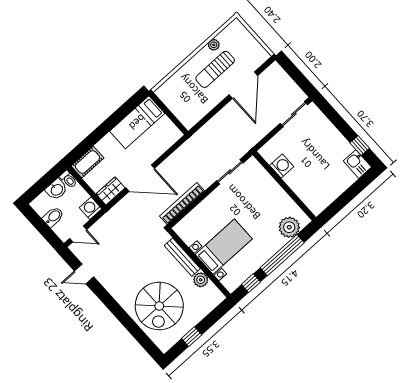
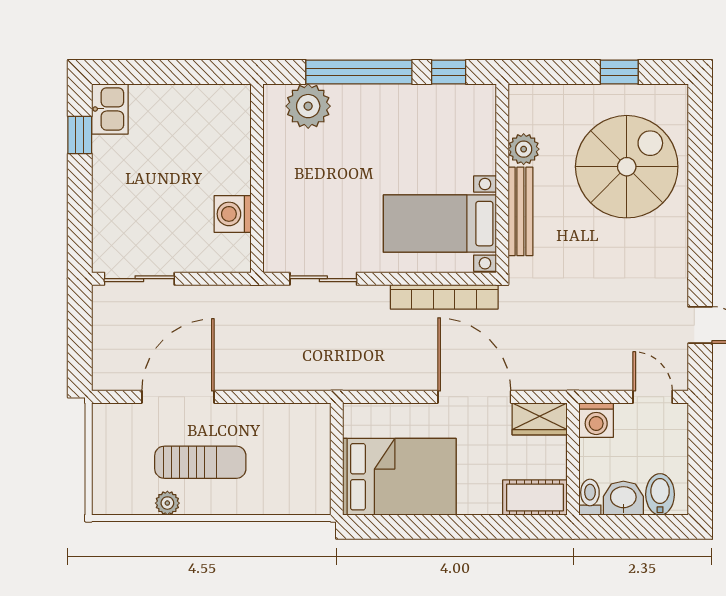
bed: (137, 122) -> (399, 477), width x1.50
bidet: (53, 217) -> (660, 494), moved, turned 90
bed with nightstands: (224, 247) -> (440, 224), moved

